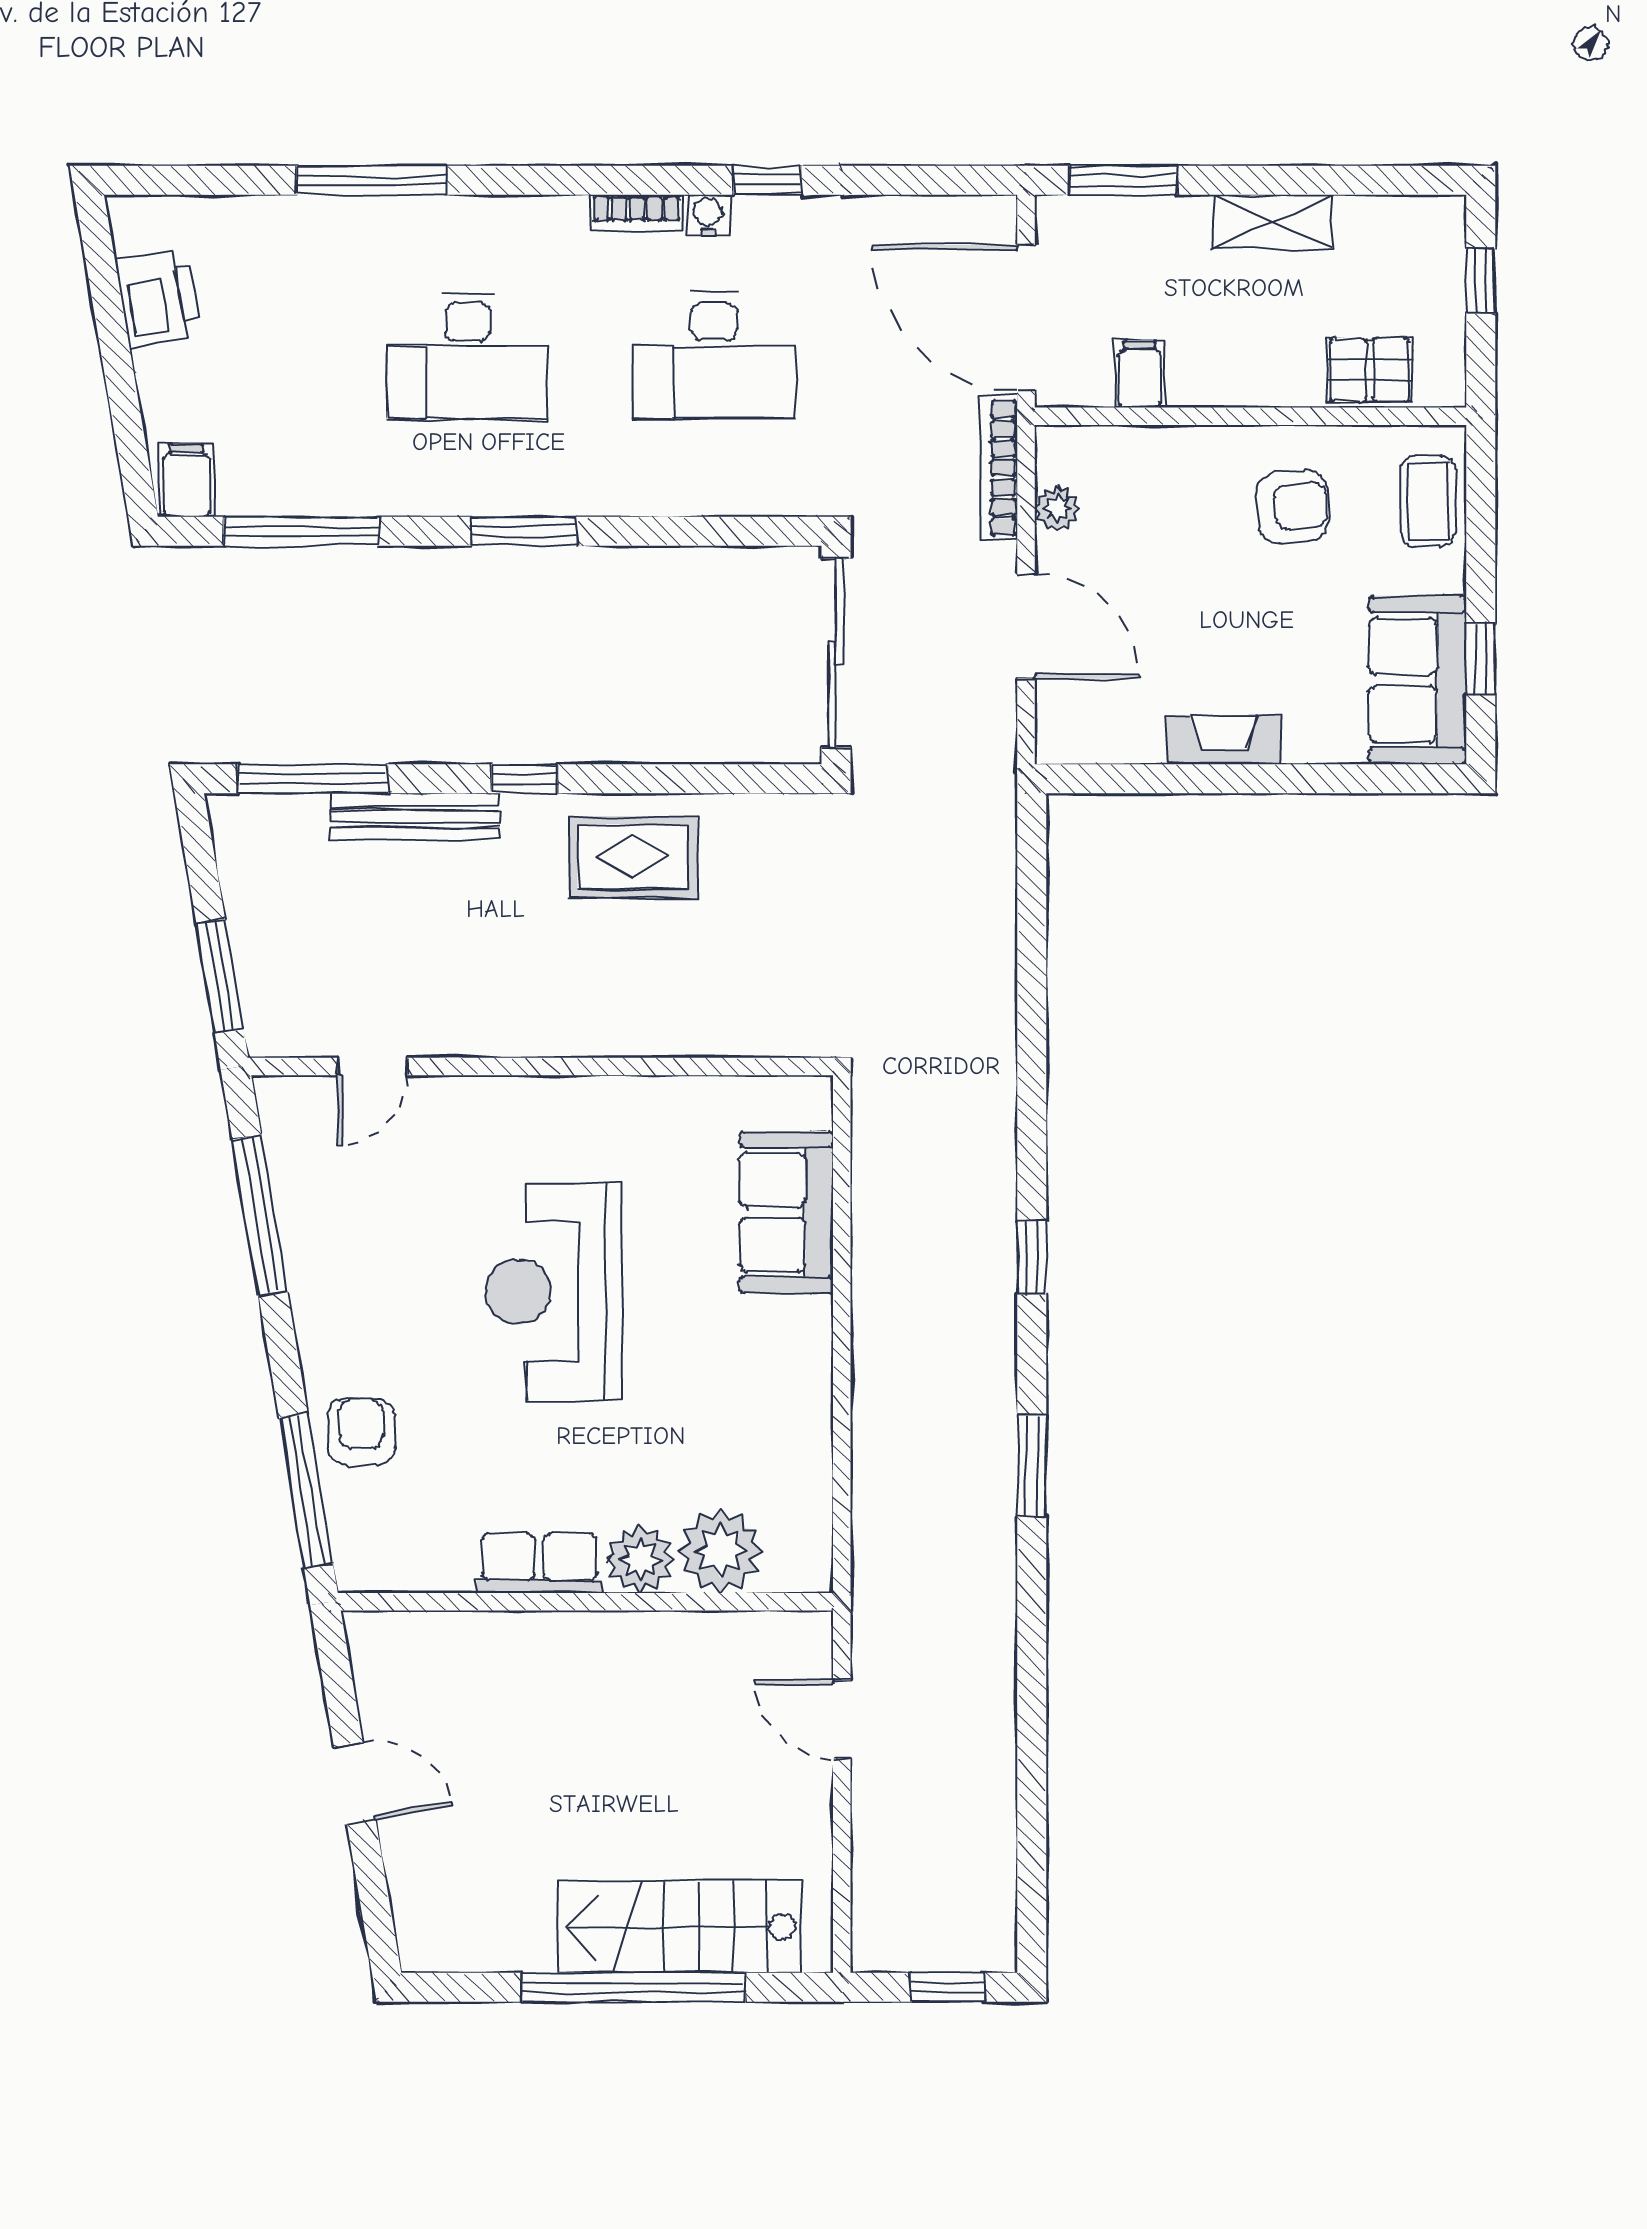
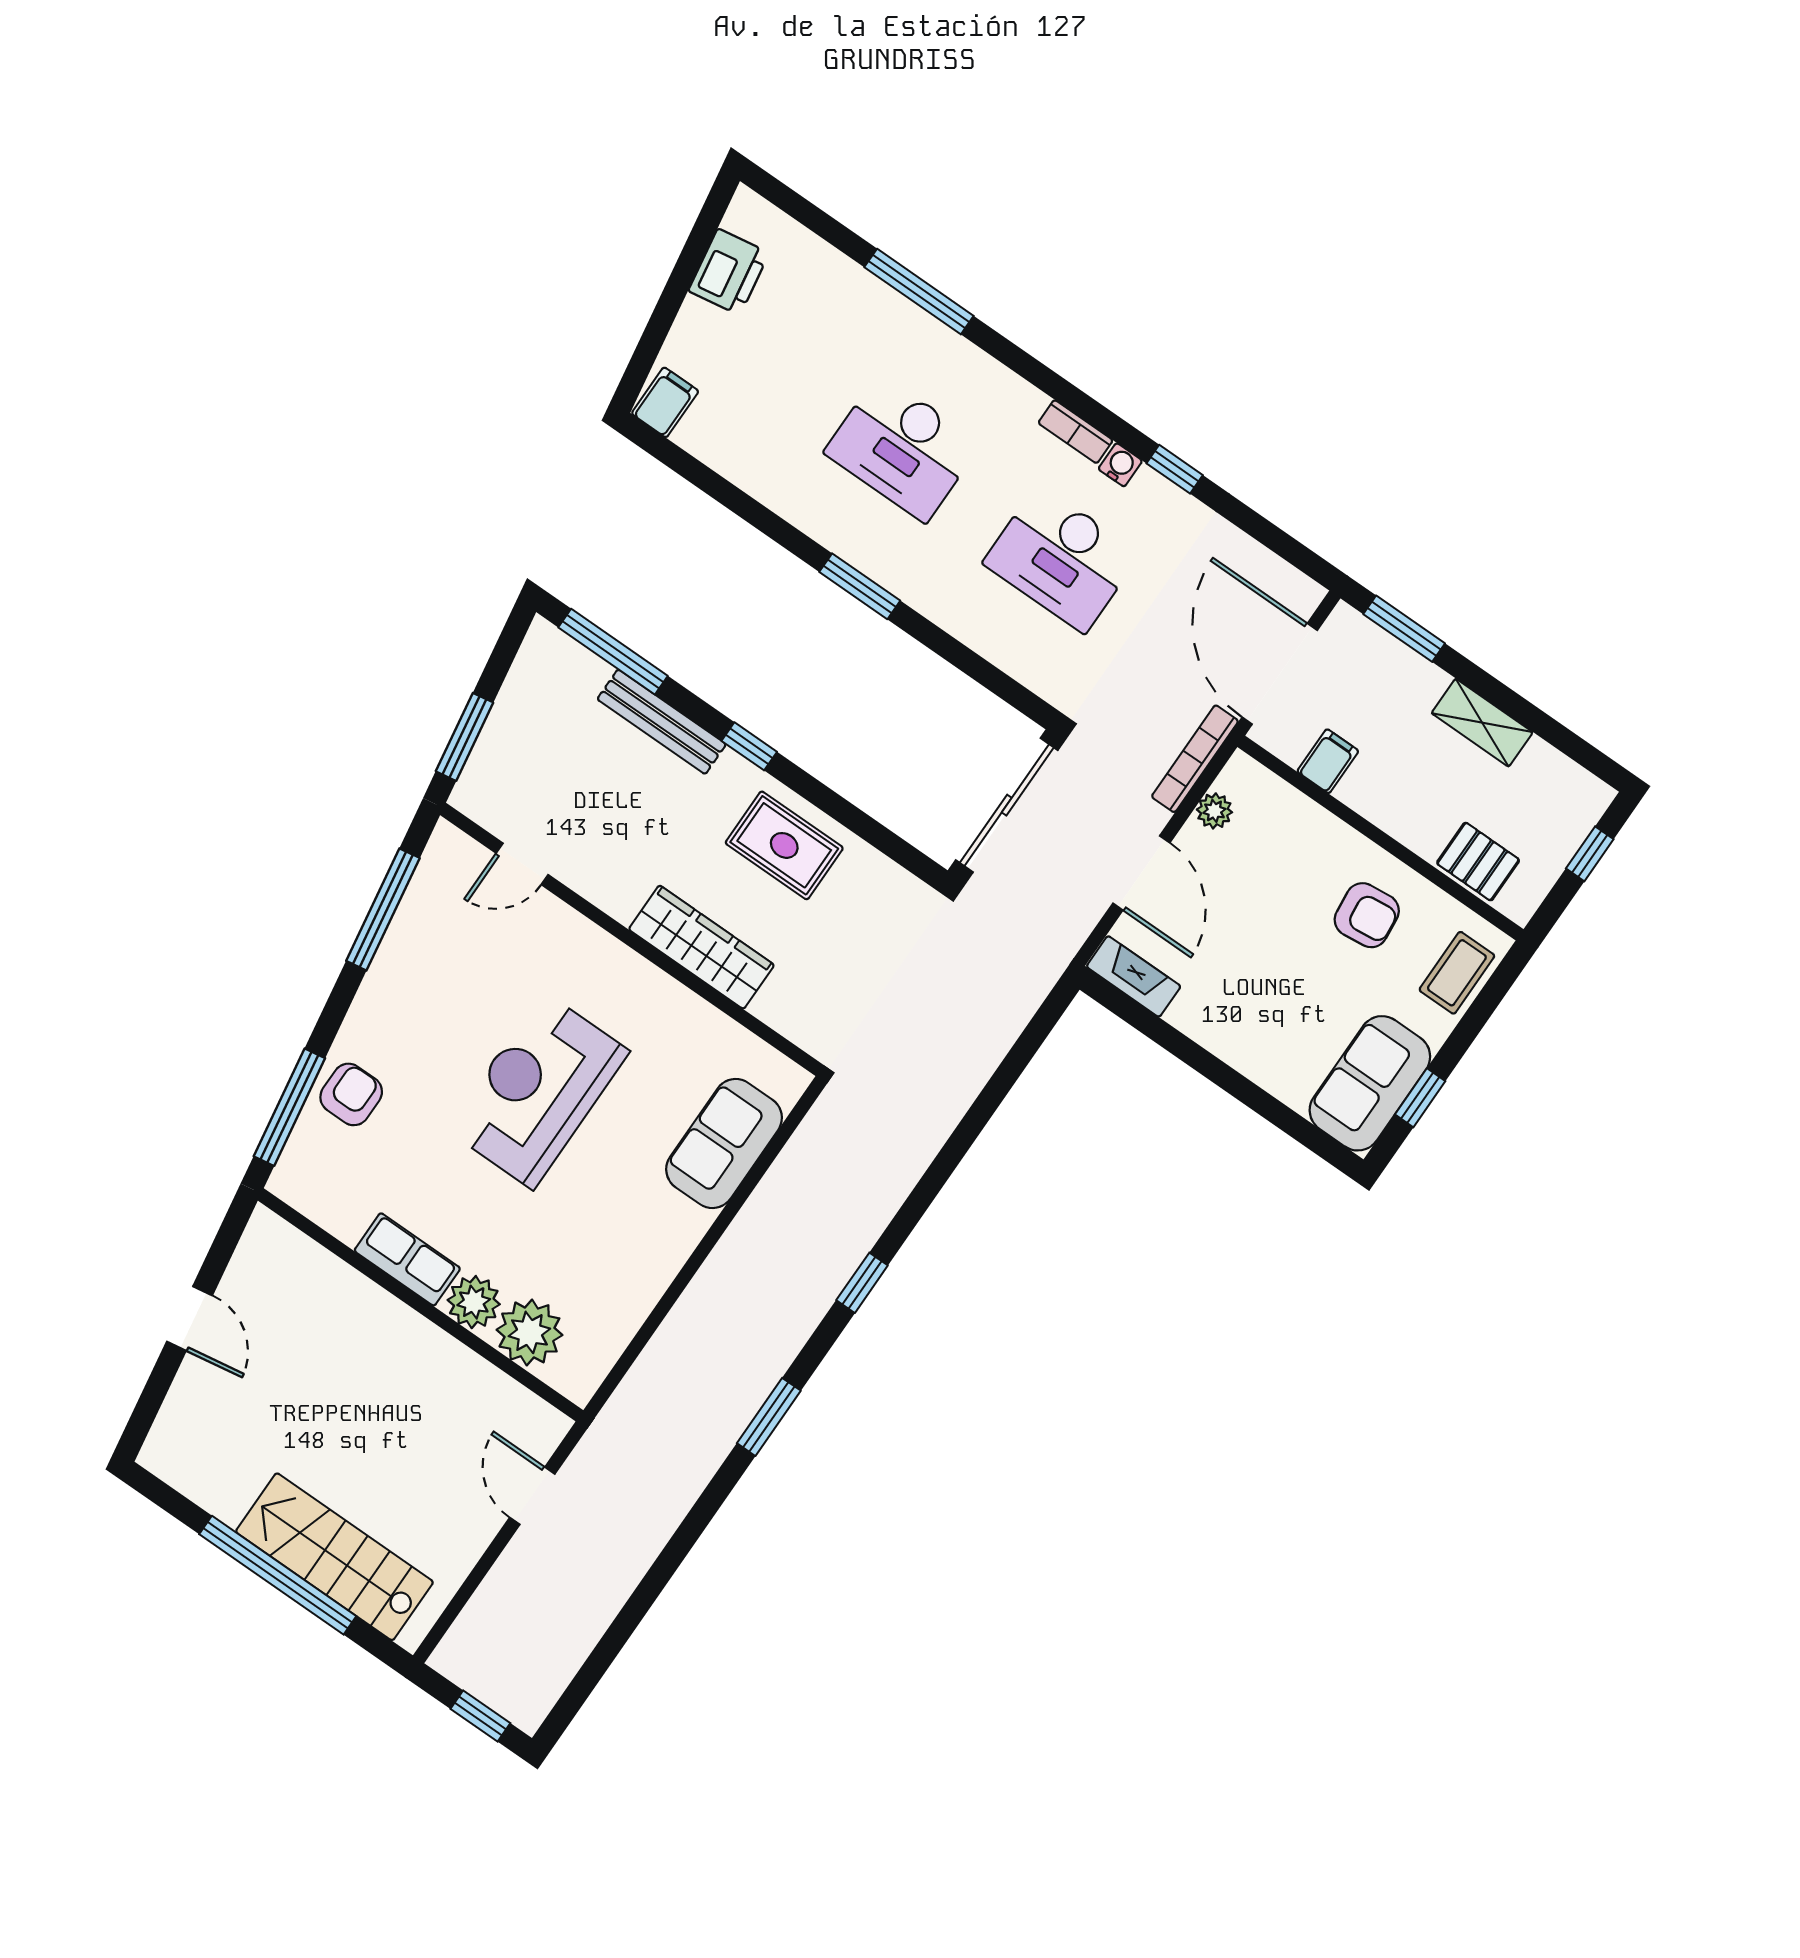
window: (301, 531) -> (716, 487), removed
fireplace: (1224, 740) -> (1134, 976), moved
wardrobe: (620, 1023) -> (701, 947), added

